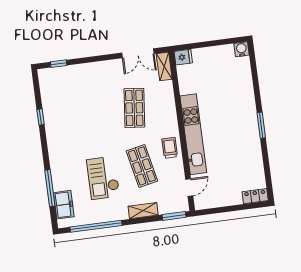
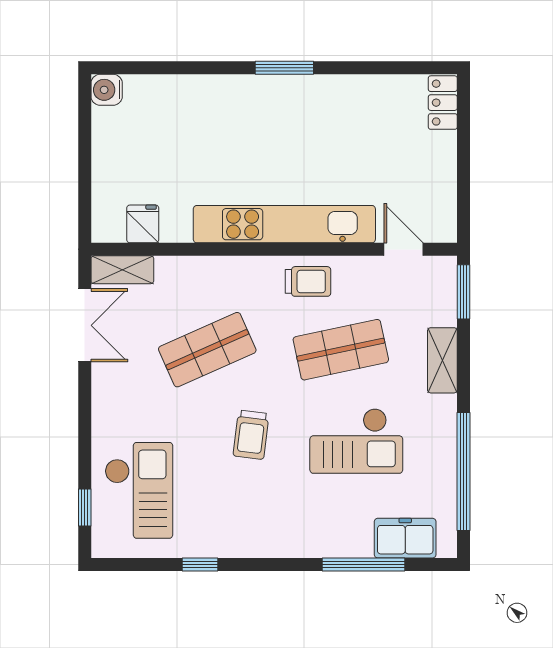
fridge: (183, 57) -> (143, 224), moved
checkout: (69, 86) -> (139, 490), added
shop shelf: (134, 108) -> (207, 350), turned -30
trolley: (100, 132) -> (251, 435), added
trolley: (170, 148) -> (308, 281), turned 180

